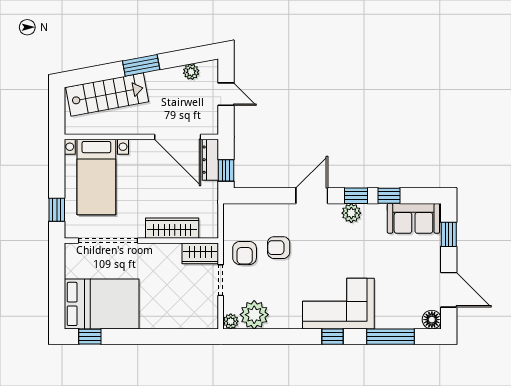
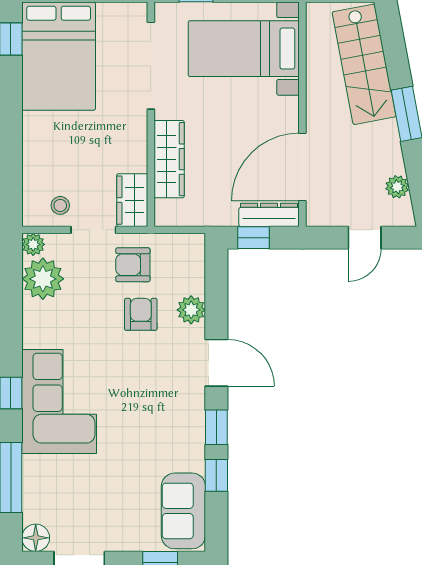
plant: (351, 213) -> (191, 310), moved
stool: (204, 303) -> (60, 205), added

